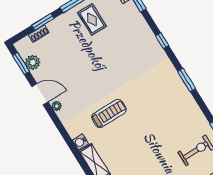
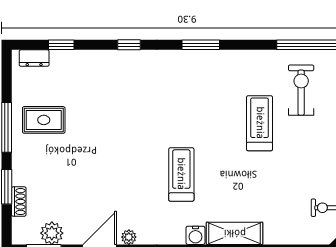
treadmill: (163, 139) -> (260, 123), added

